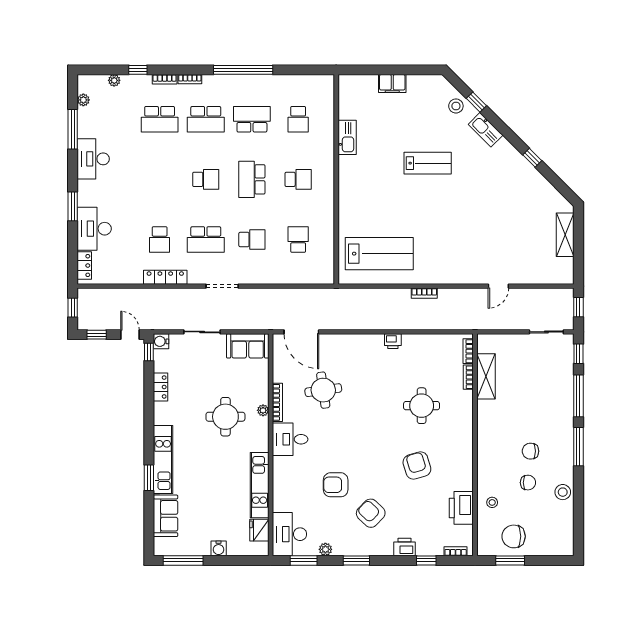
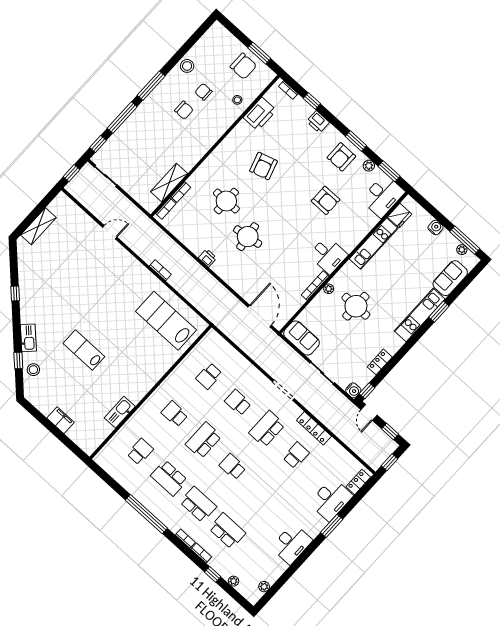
window: (73, 129) -> (288, 574), removed
school desk: (252, 179) -> (204, 440), turned 180
school desk: (206, 239) -> (267, 429), turned -90
round table: (323, 390) -> (248, 237), moved
armchair: (371, 513) -> (341, 157), moved, turned 46
plant: (178, 550) -> (462, 250), added

